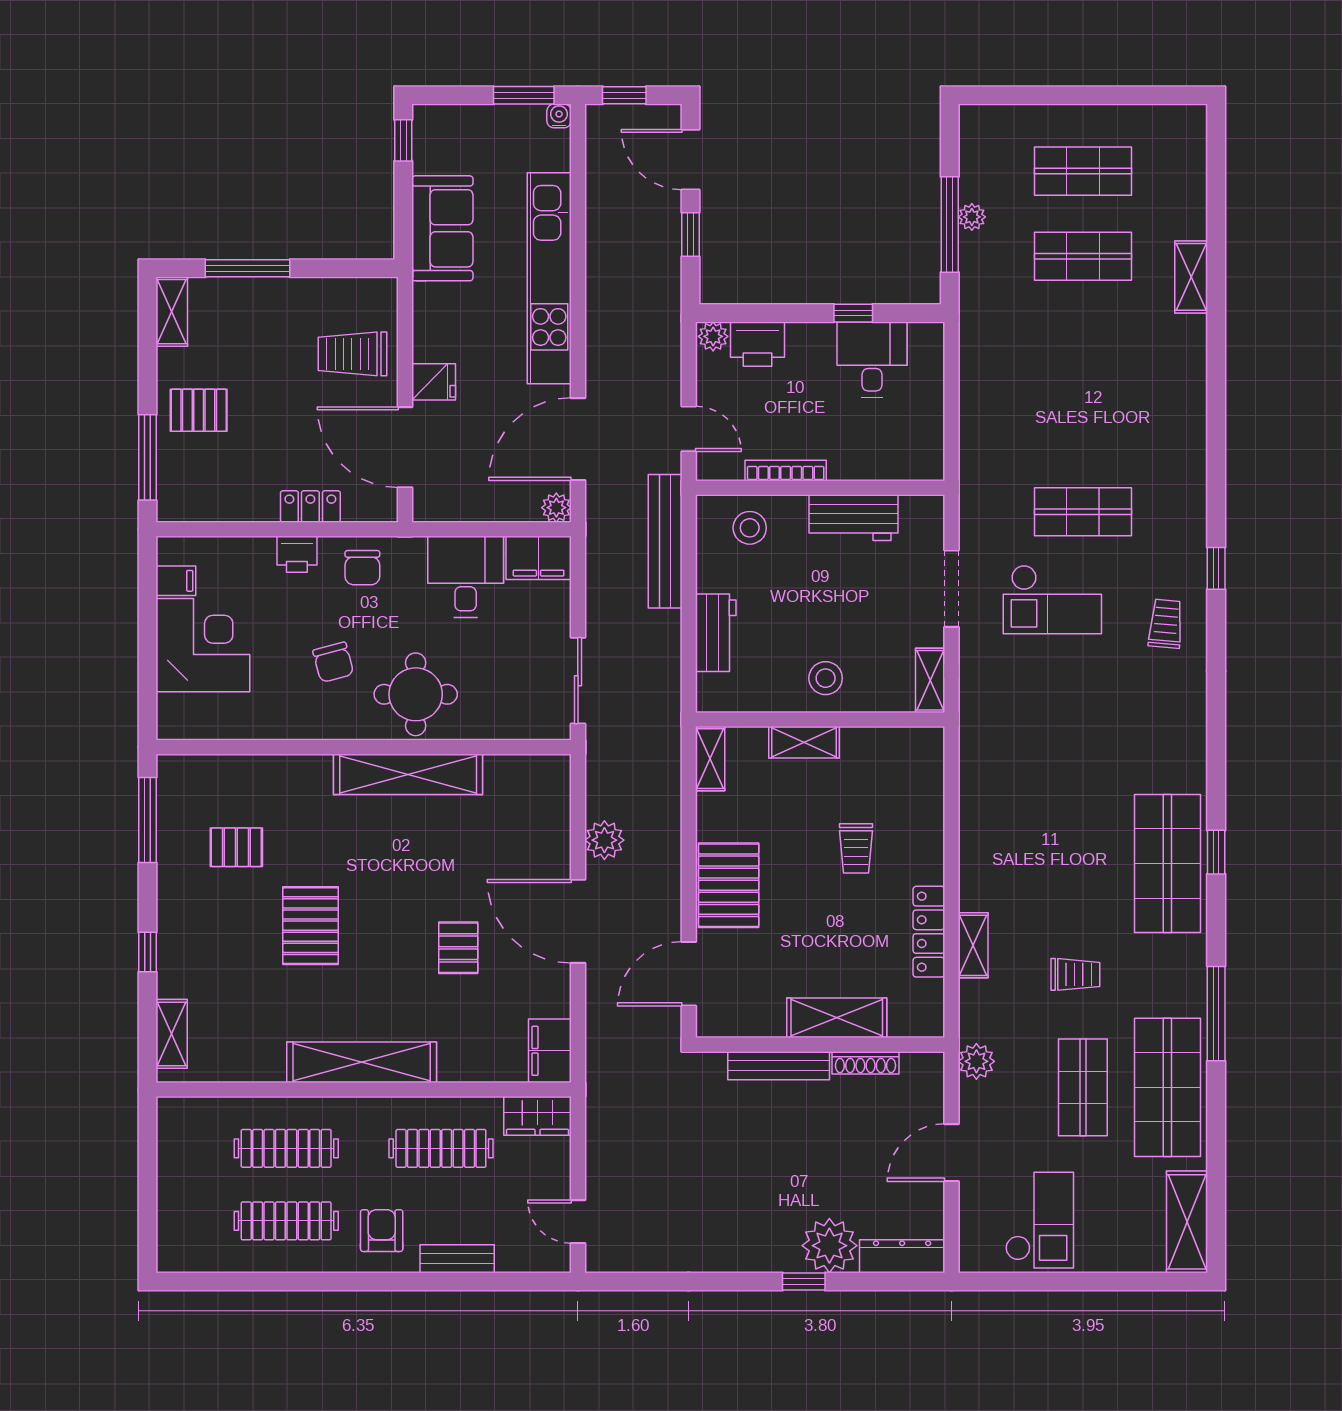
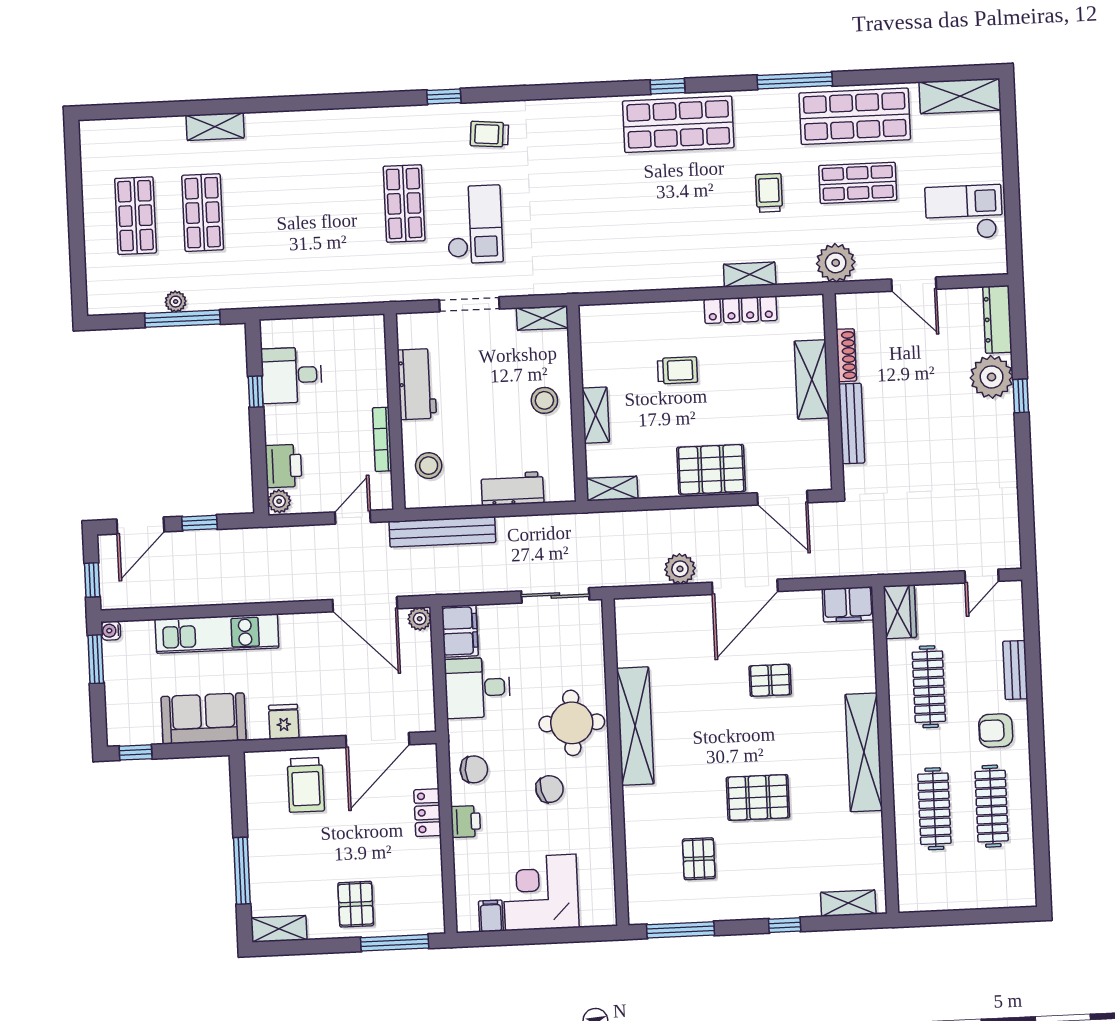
kitchen unit: (549, 278) -> (217, 633), width x0.73
fridge: (434, 382) -> (284, 722), moved
plant: (976, 1061) -> (836, 263), width x1.36, depth x1.36

